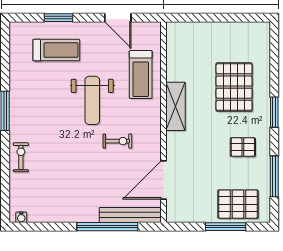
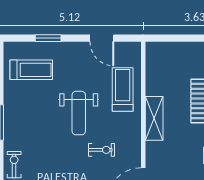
treadmill: (56, 50) -> (31, 70), moved
treadmill: (141, 74) -> (123, 90), turned 180

